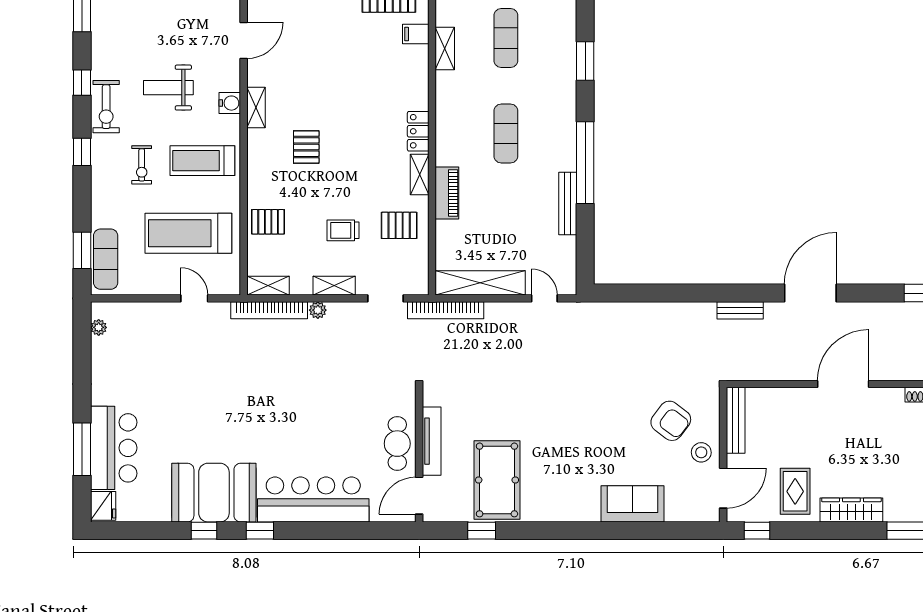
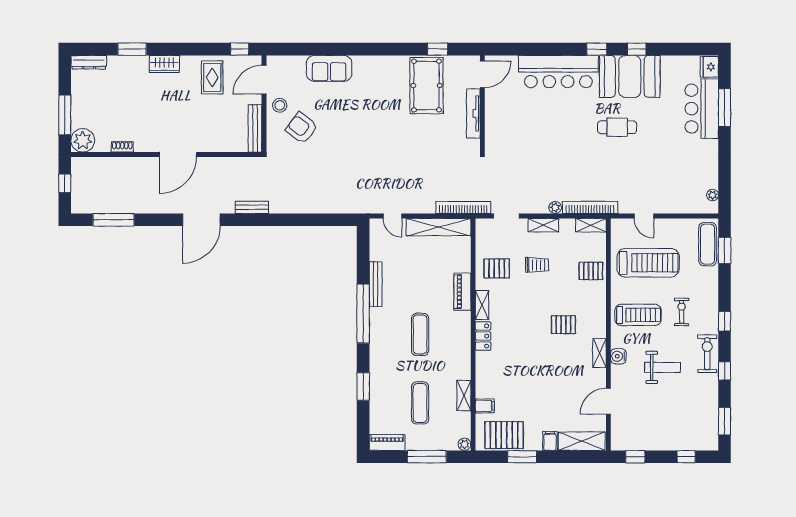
pallet: (306, 147) -> (563, 325), turned 90
cafe table: (397, 444) -> (617, 127), moved, turned 90
wardrobe: (851, 510) -> (164, 64), width x0.67

